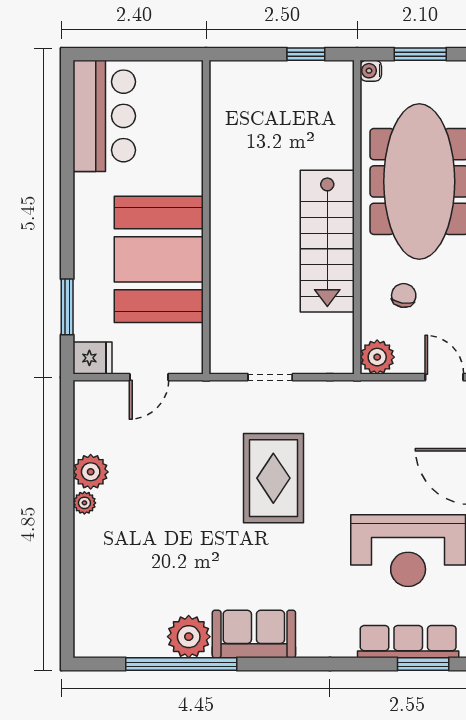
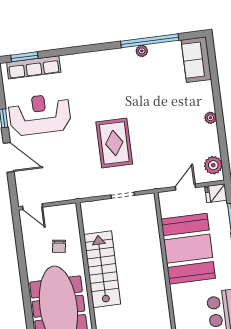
plant: (377, 357) -> (69, 213), removed
plant: (91, 472) -> (213, 165), moved
sofa: (254, 634) -> (196, 60), moved, turned 90
plant: (189, 637) -> (142, 51), width x0.53, depth x0.53

